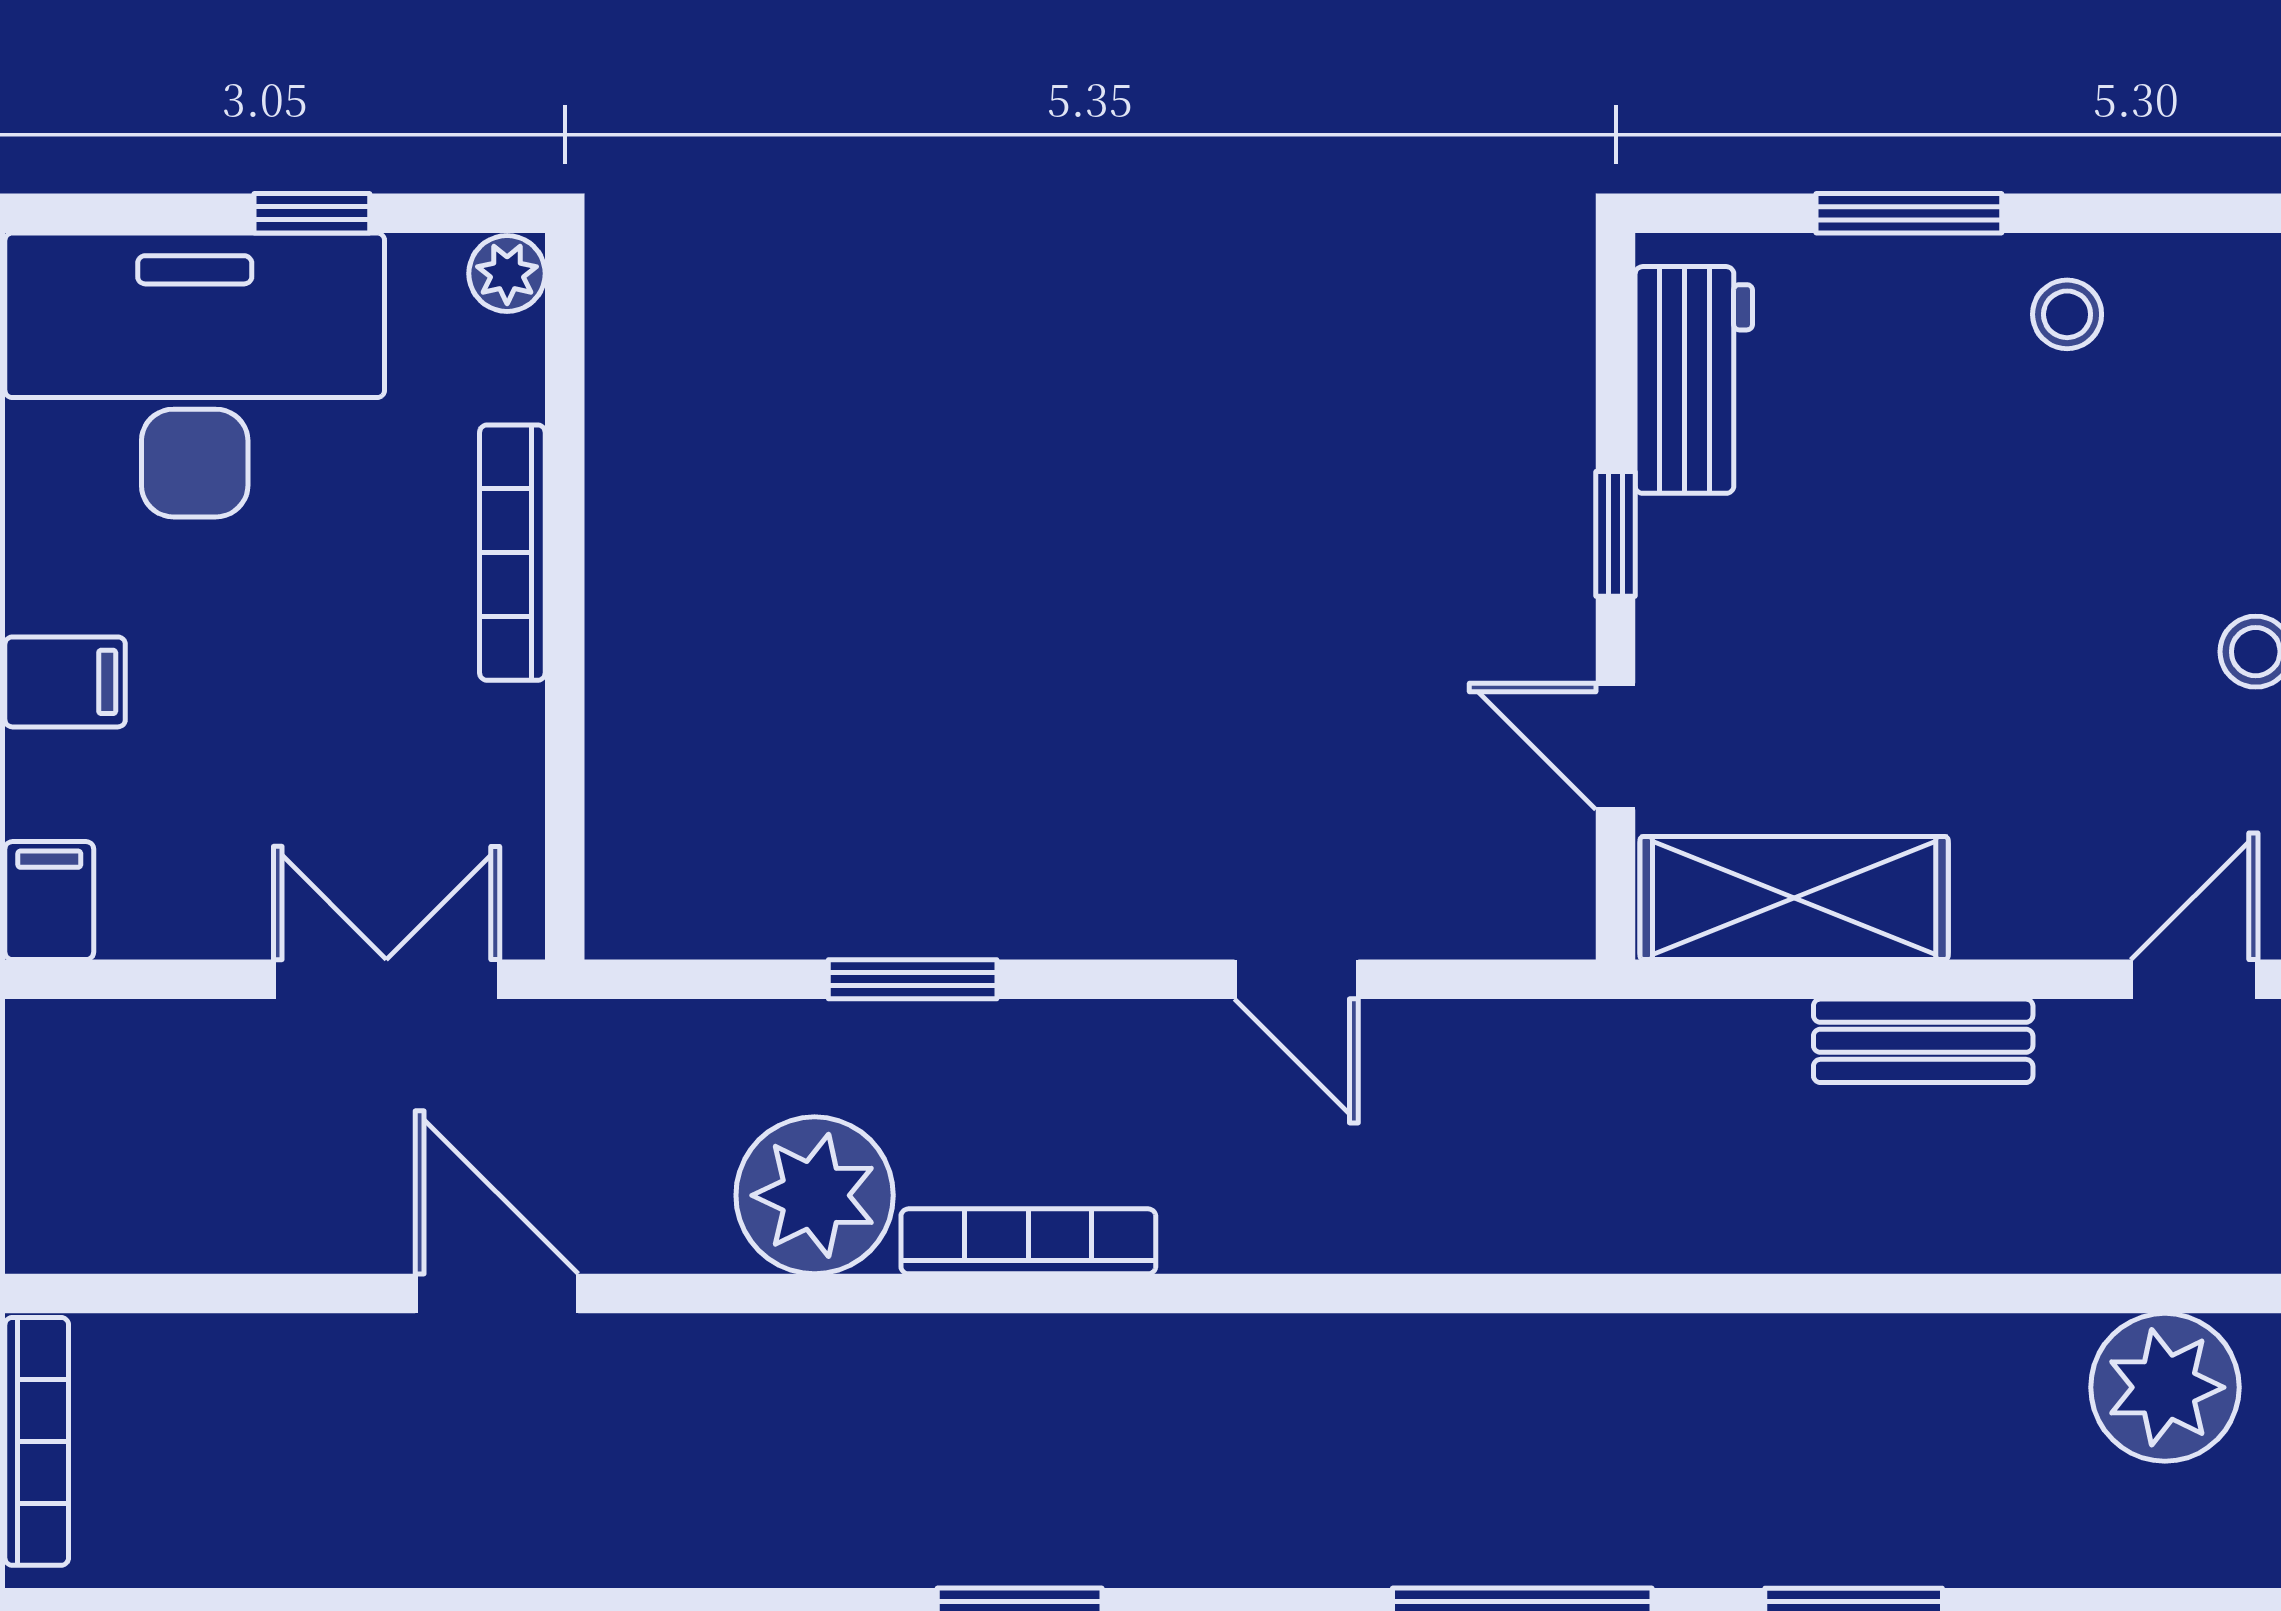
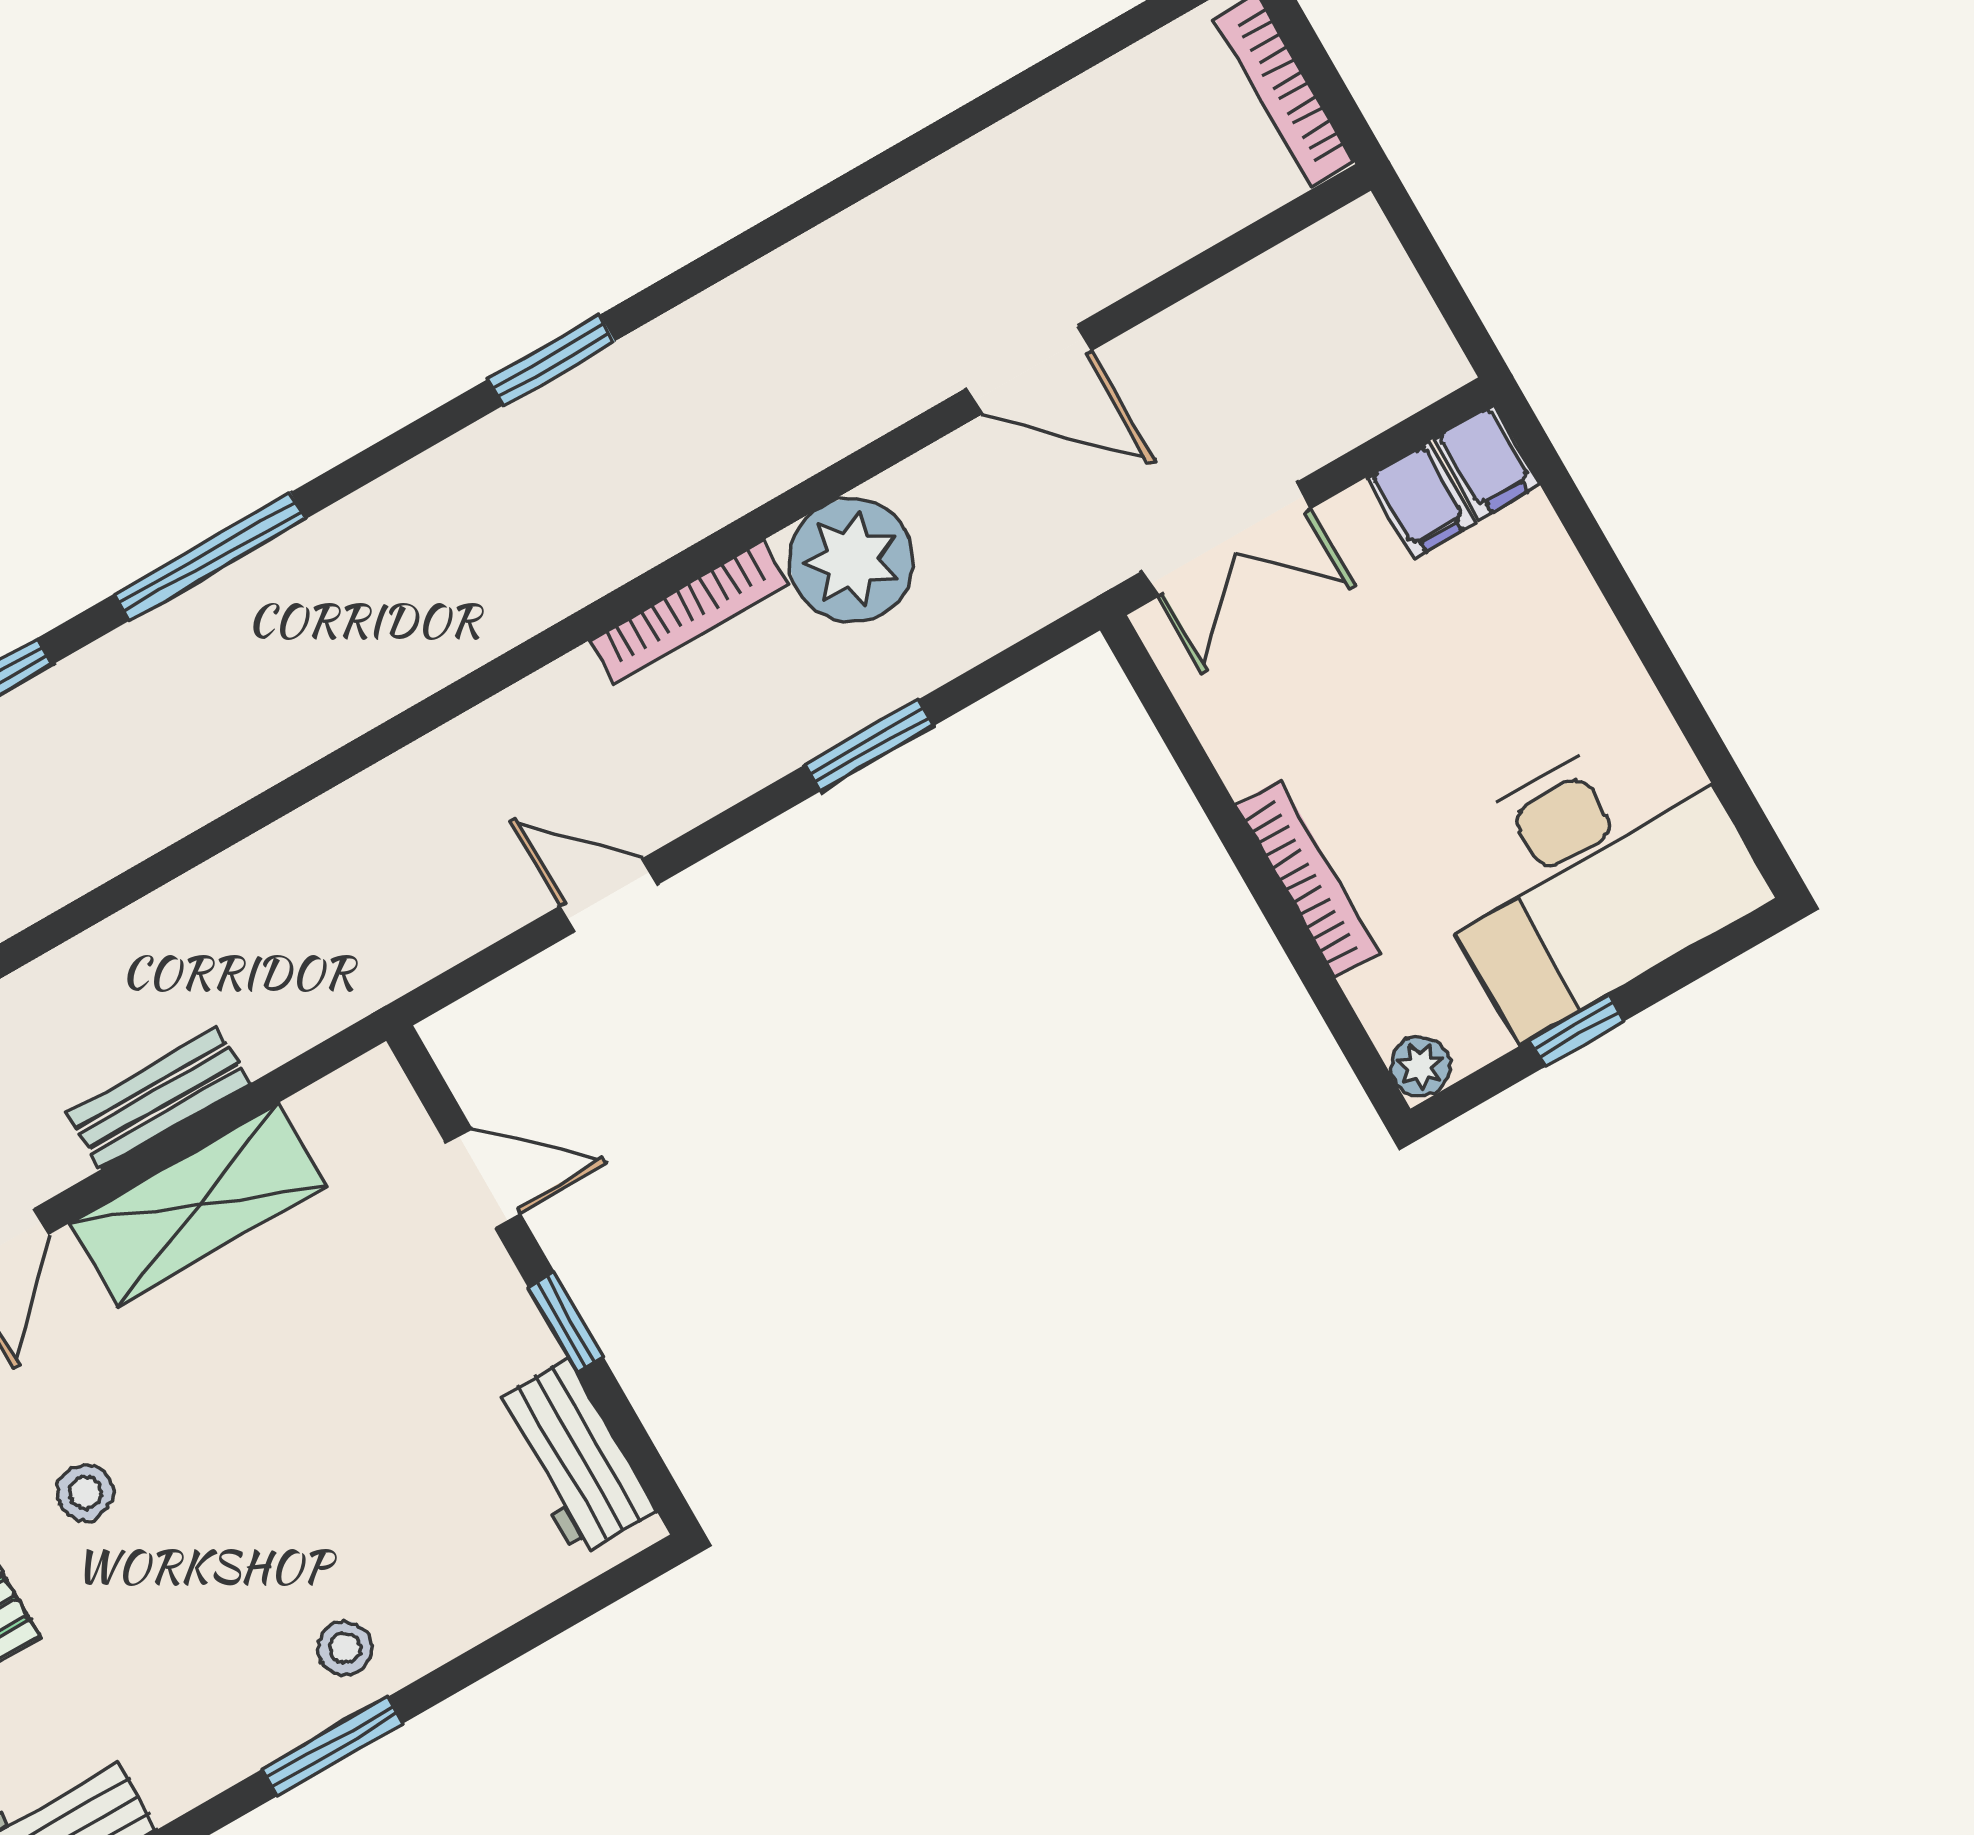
window: (1909, 213) -> (332, 1747), moved
filing cabinet: (65, 682) -> (1421, 500), moved, turned -90
shelving: (1794, 898) -> (198, 1205), moved

